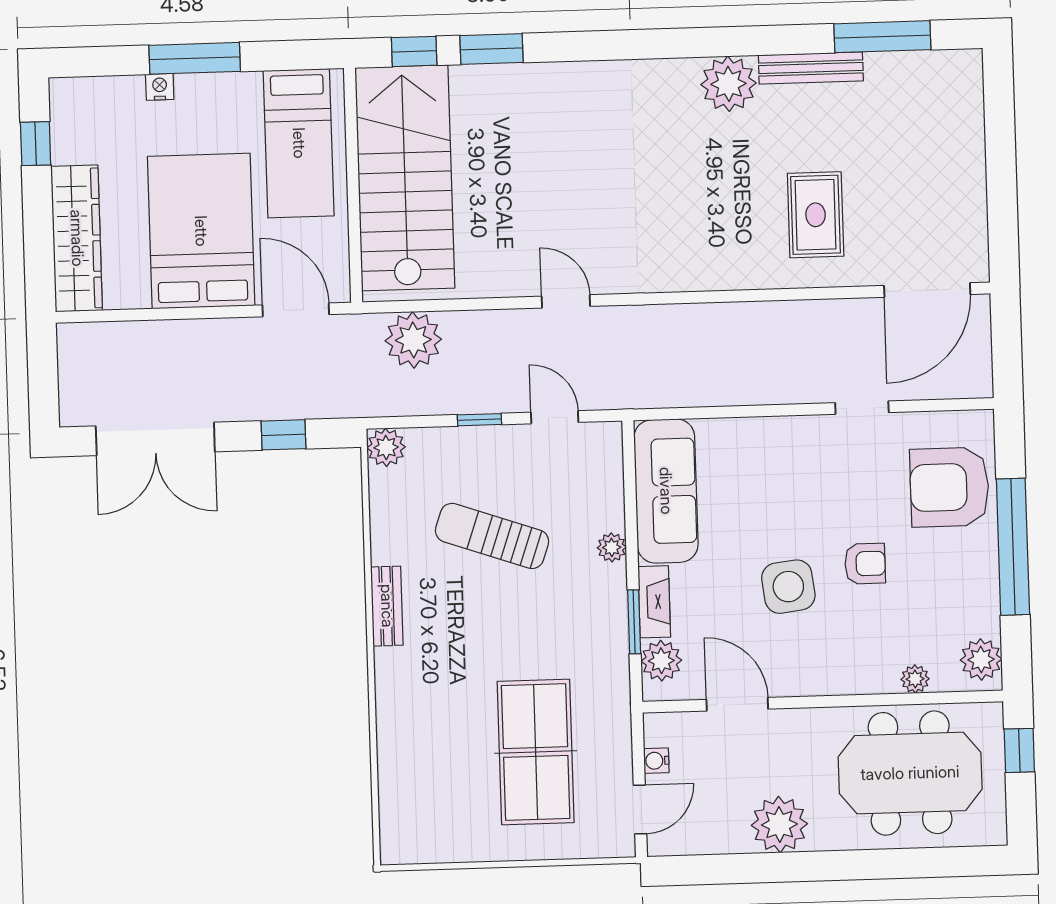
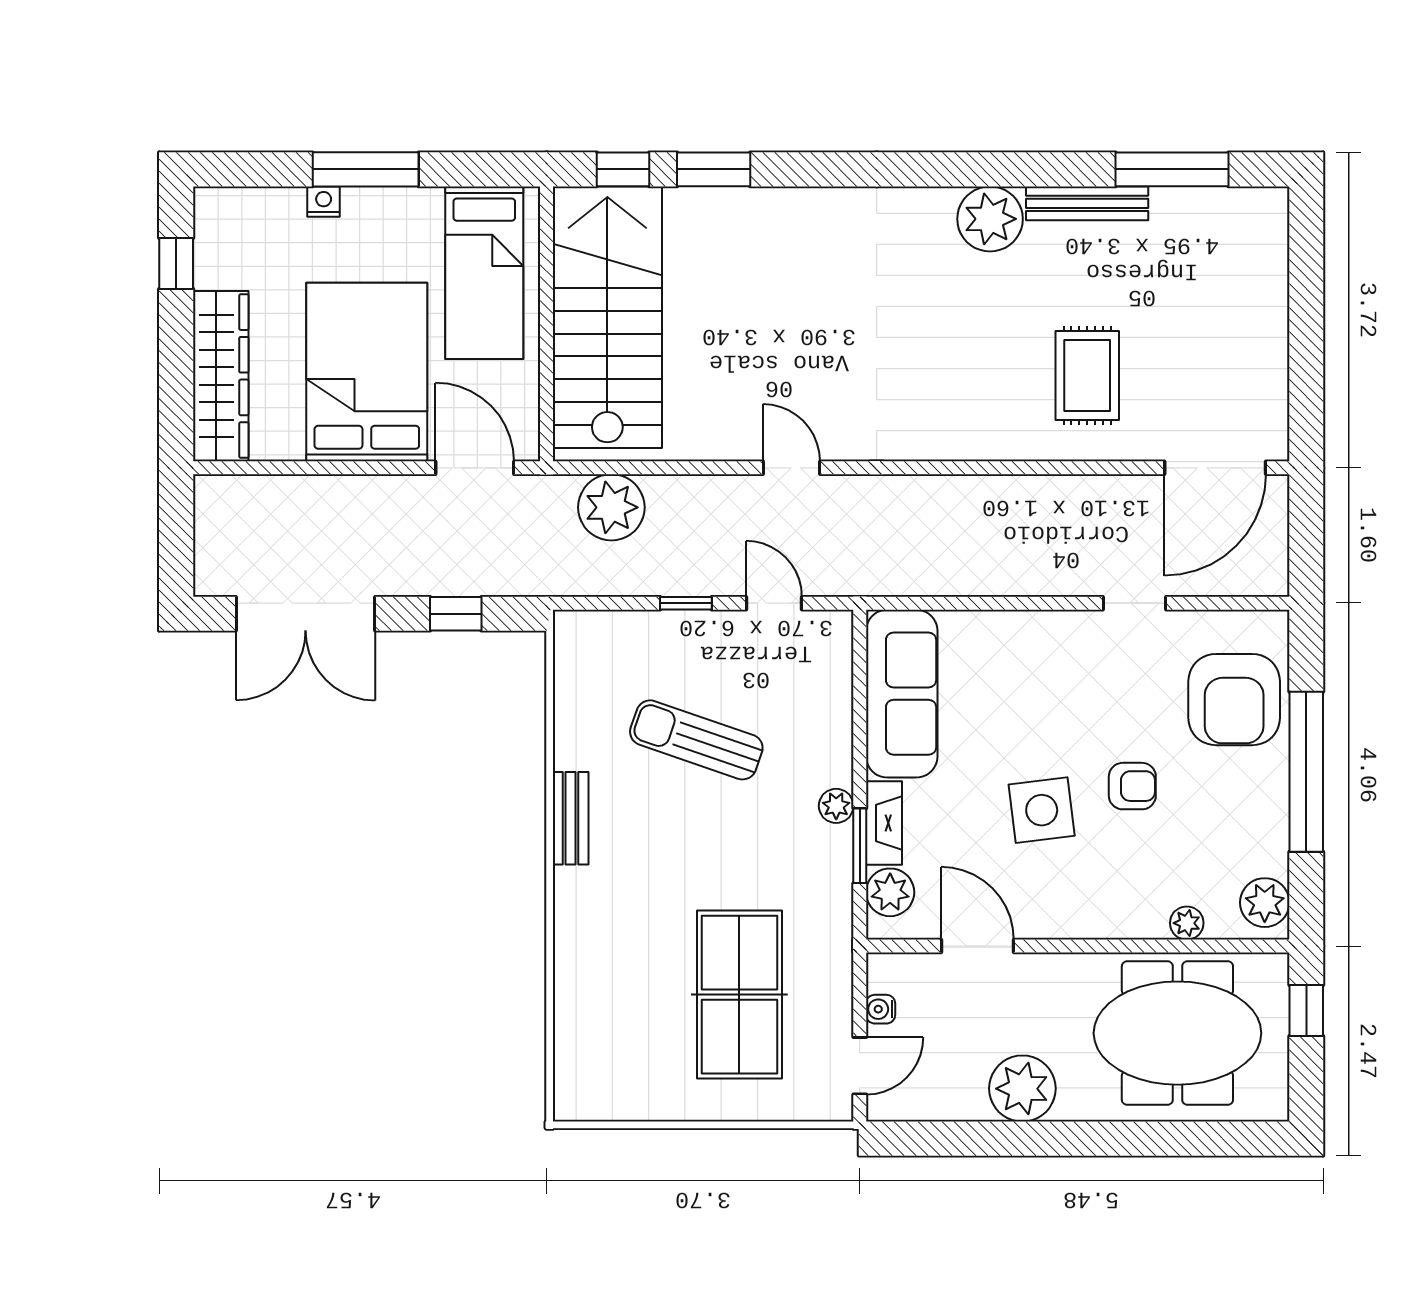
plant: (386, 447) -> (575, 632), removed
armchair: (950, 487) -> (1234, 700), turned -90
plant: (612, 547) -> (836, 806), moved

